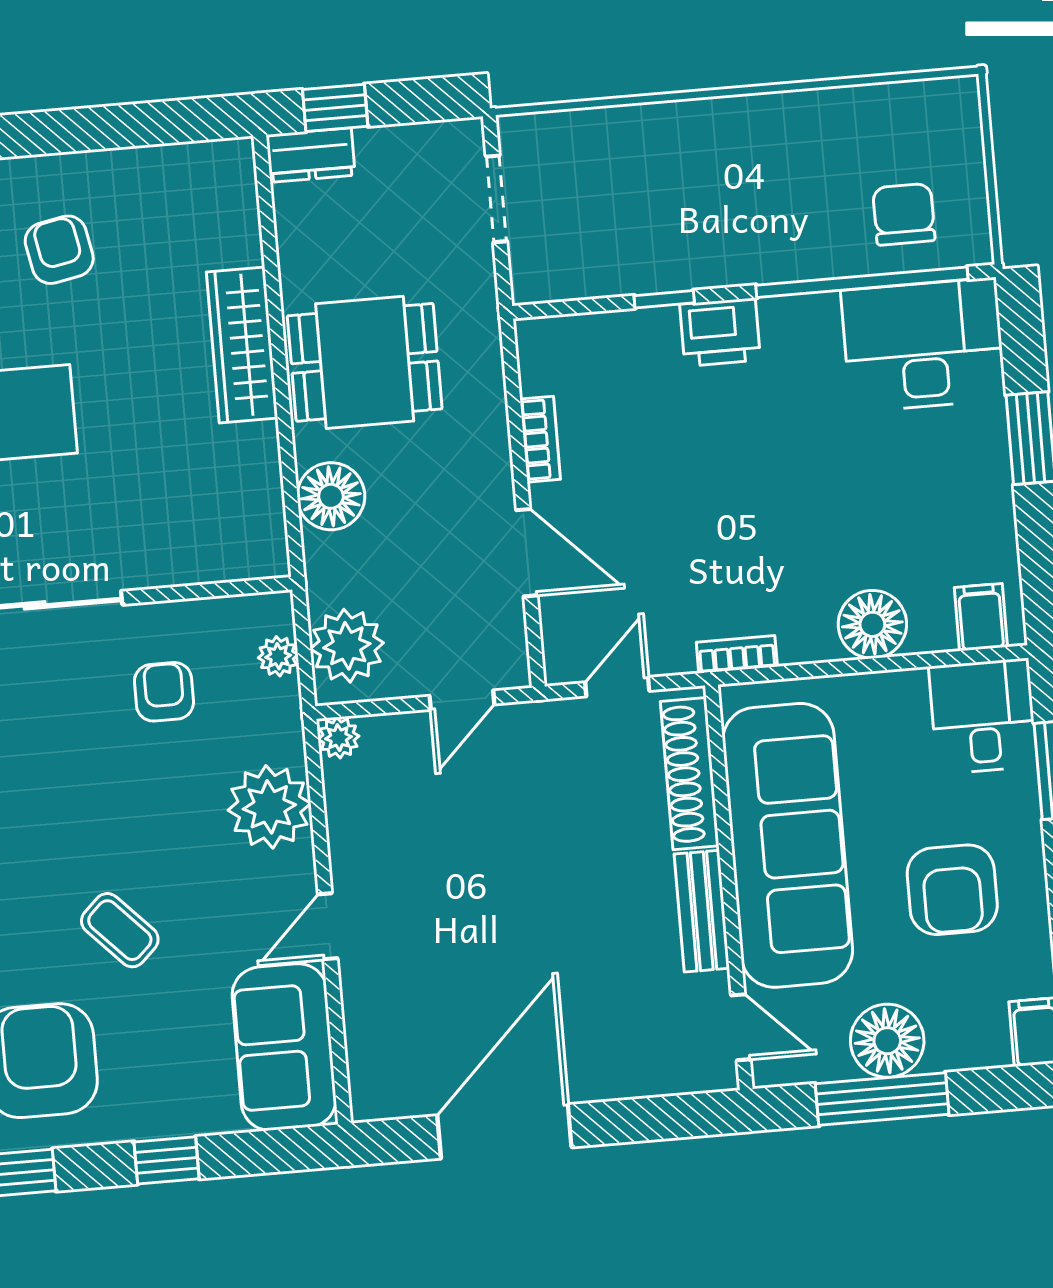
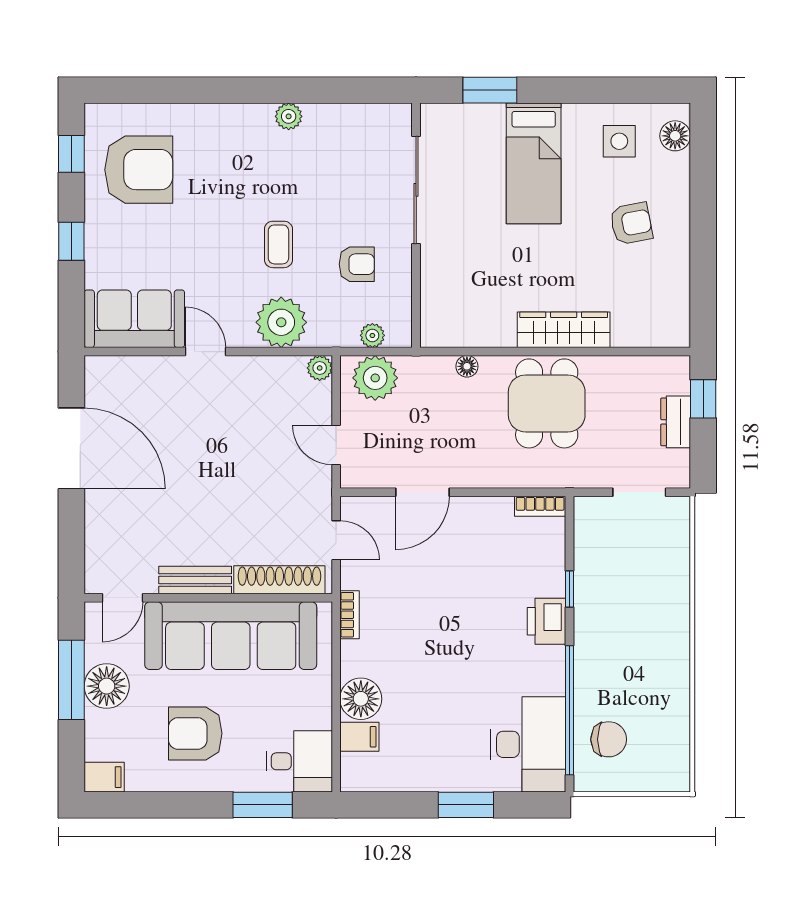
dresser: (311, 155) -> (676, 422), moved
bookcase: (540, 439) -> (540, 506), moved
floor lamp: (331, 496) -> (467, 366), width x0.53, depth x0.53
filing cabinet: (981, 617) -> (359, 737), moved
coffee table: (120, 930) -> (278, 244), moved, turned -46

